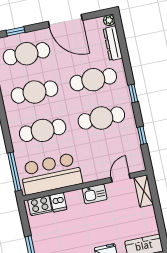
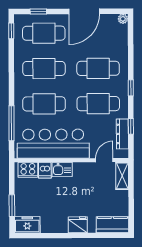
door: (65, 21) -> (84, 11), hinge flipped
dresser: (113, 43) -> (122, 134), moved
window: (14, 172) -> (12, 123), moved
bar counter: (51, 174) -> (53, 144), width x1.36
kitchen sink: (95, 194) -> (62, 169), moved

